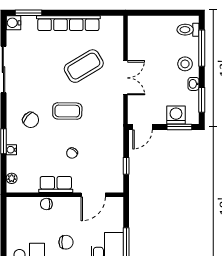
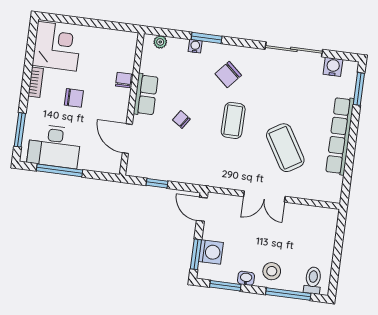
water cooler: (13, 23) -> (333, 67), moved
chair: (66, 242) -> (74, 98), turned -90

